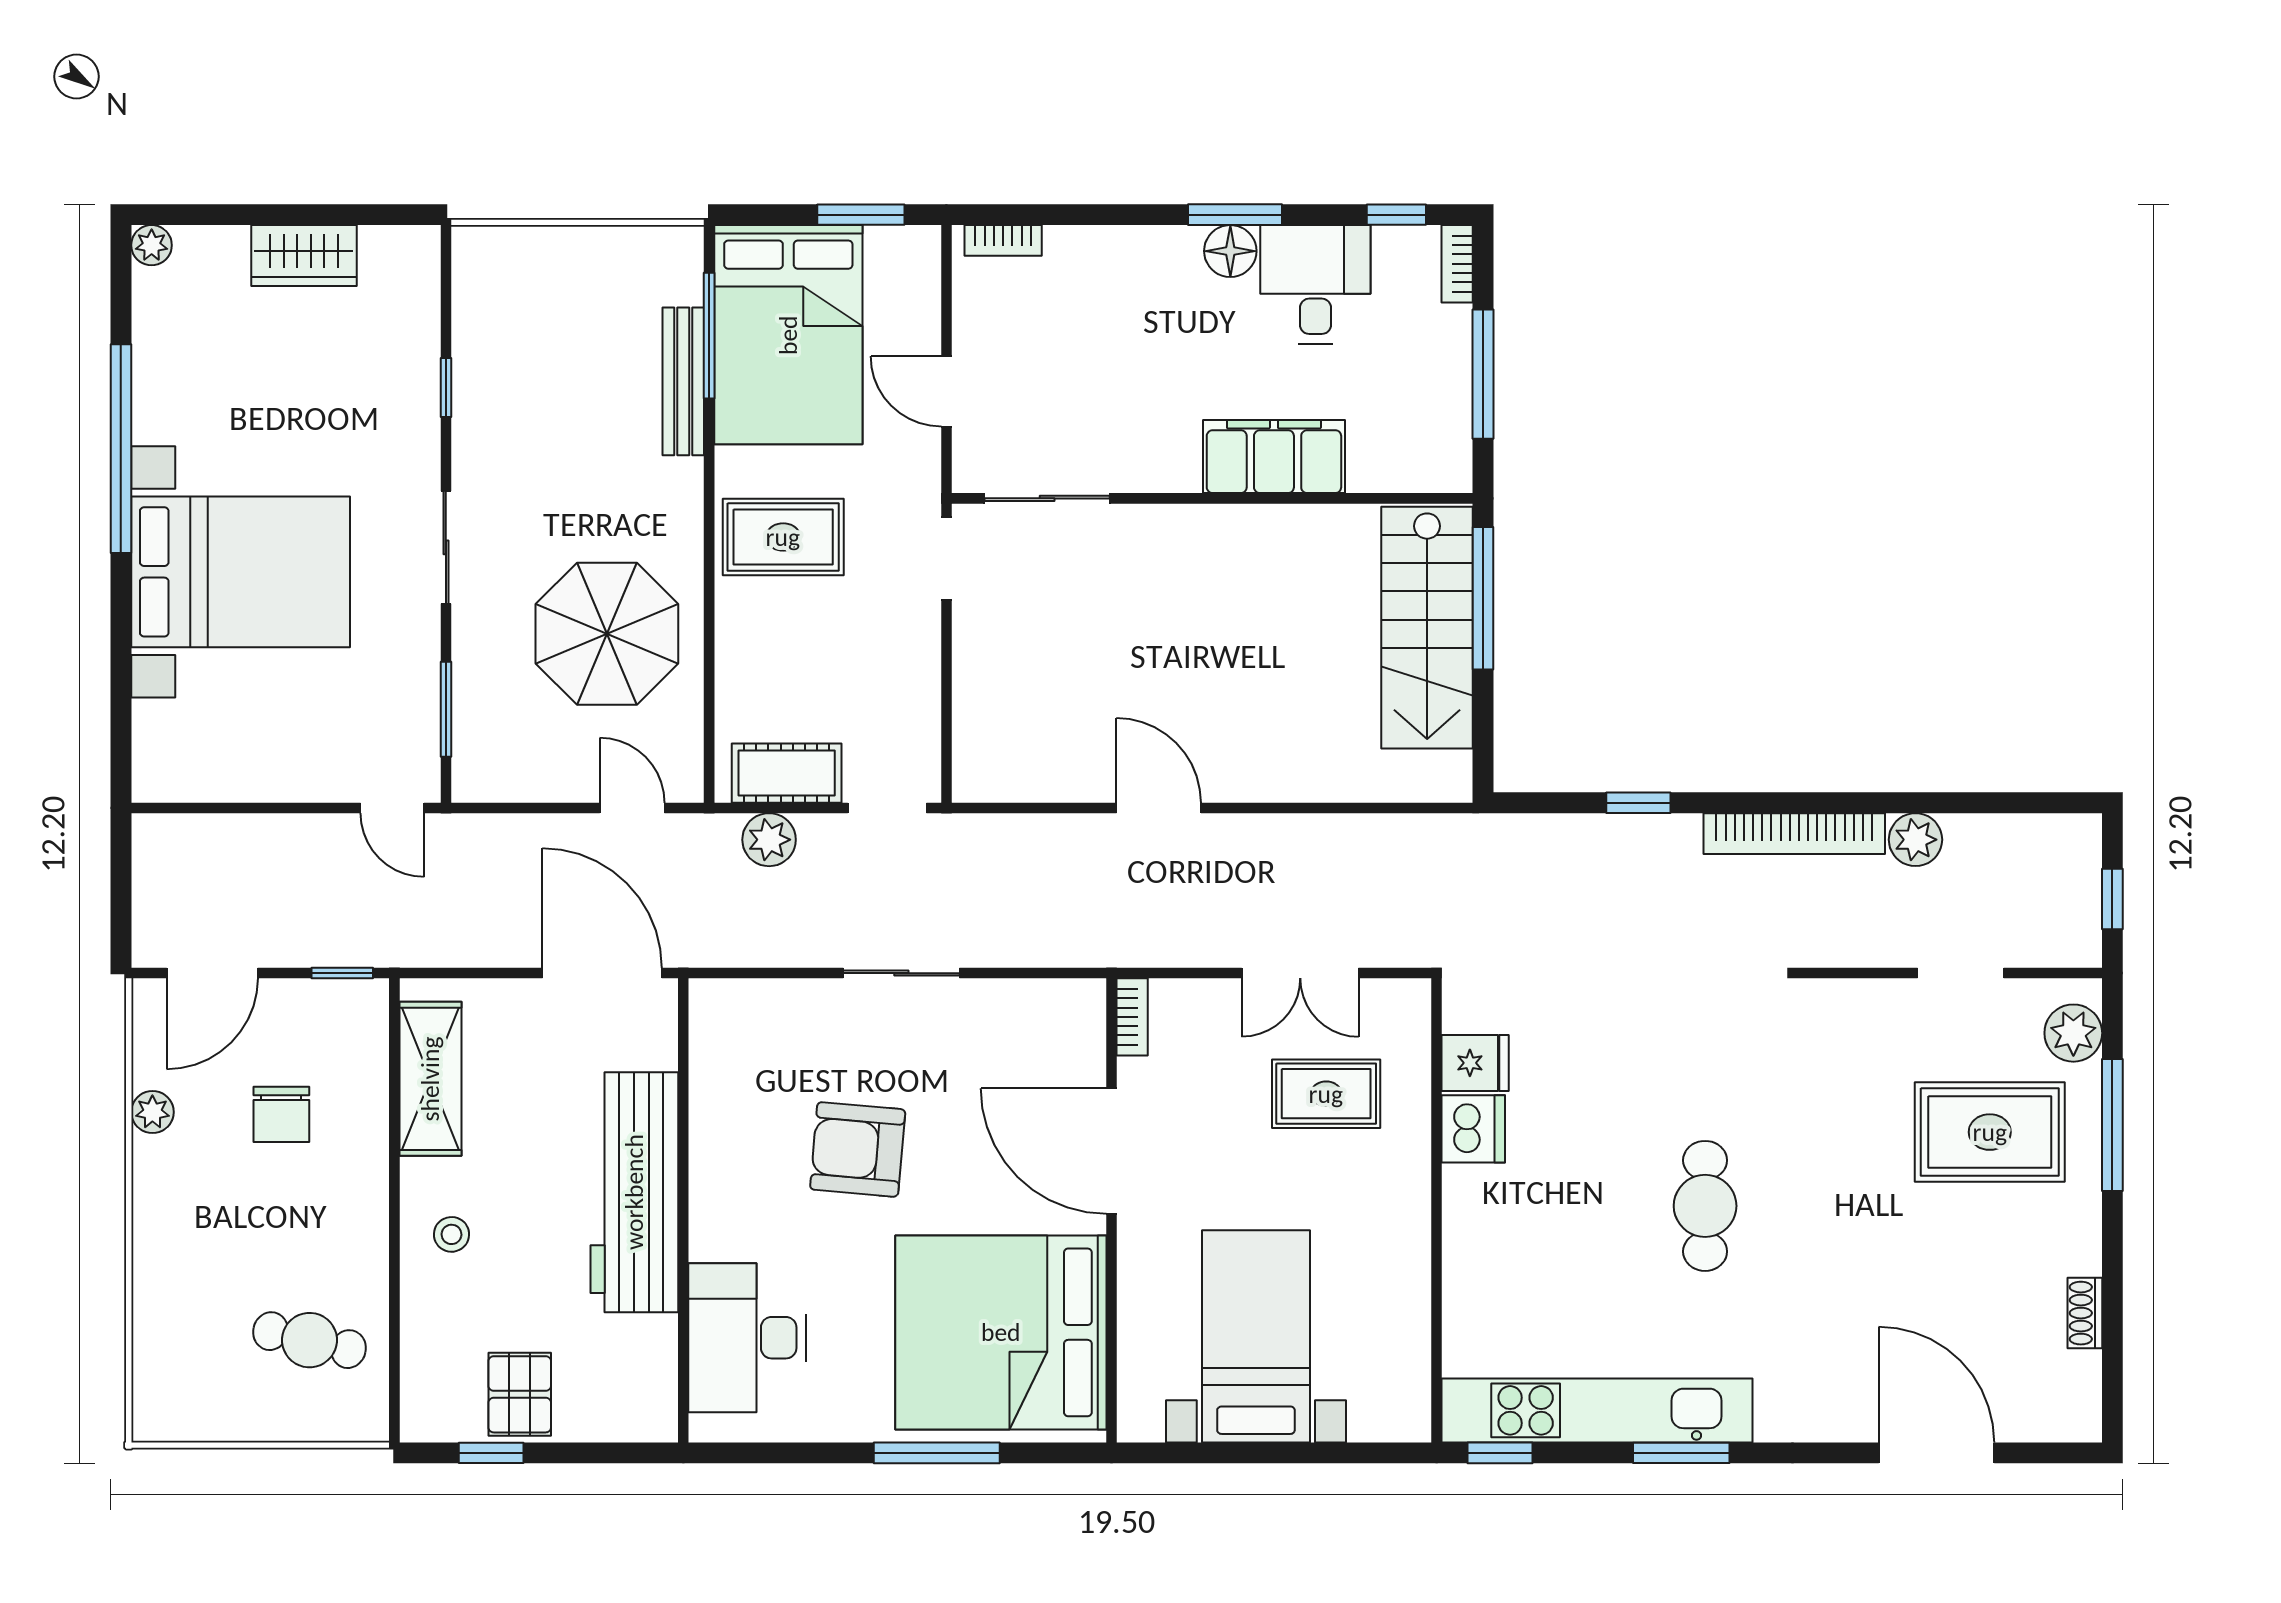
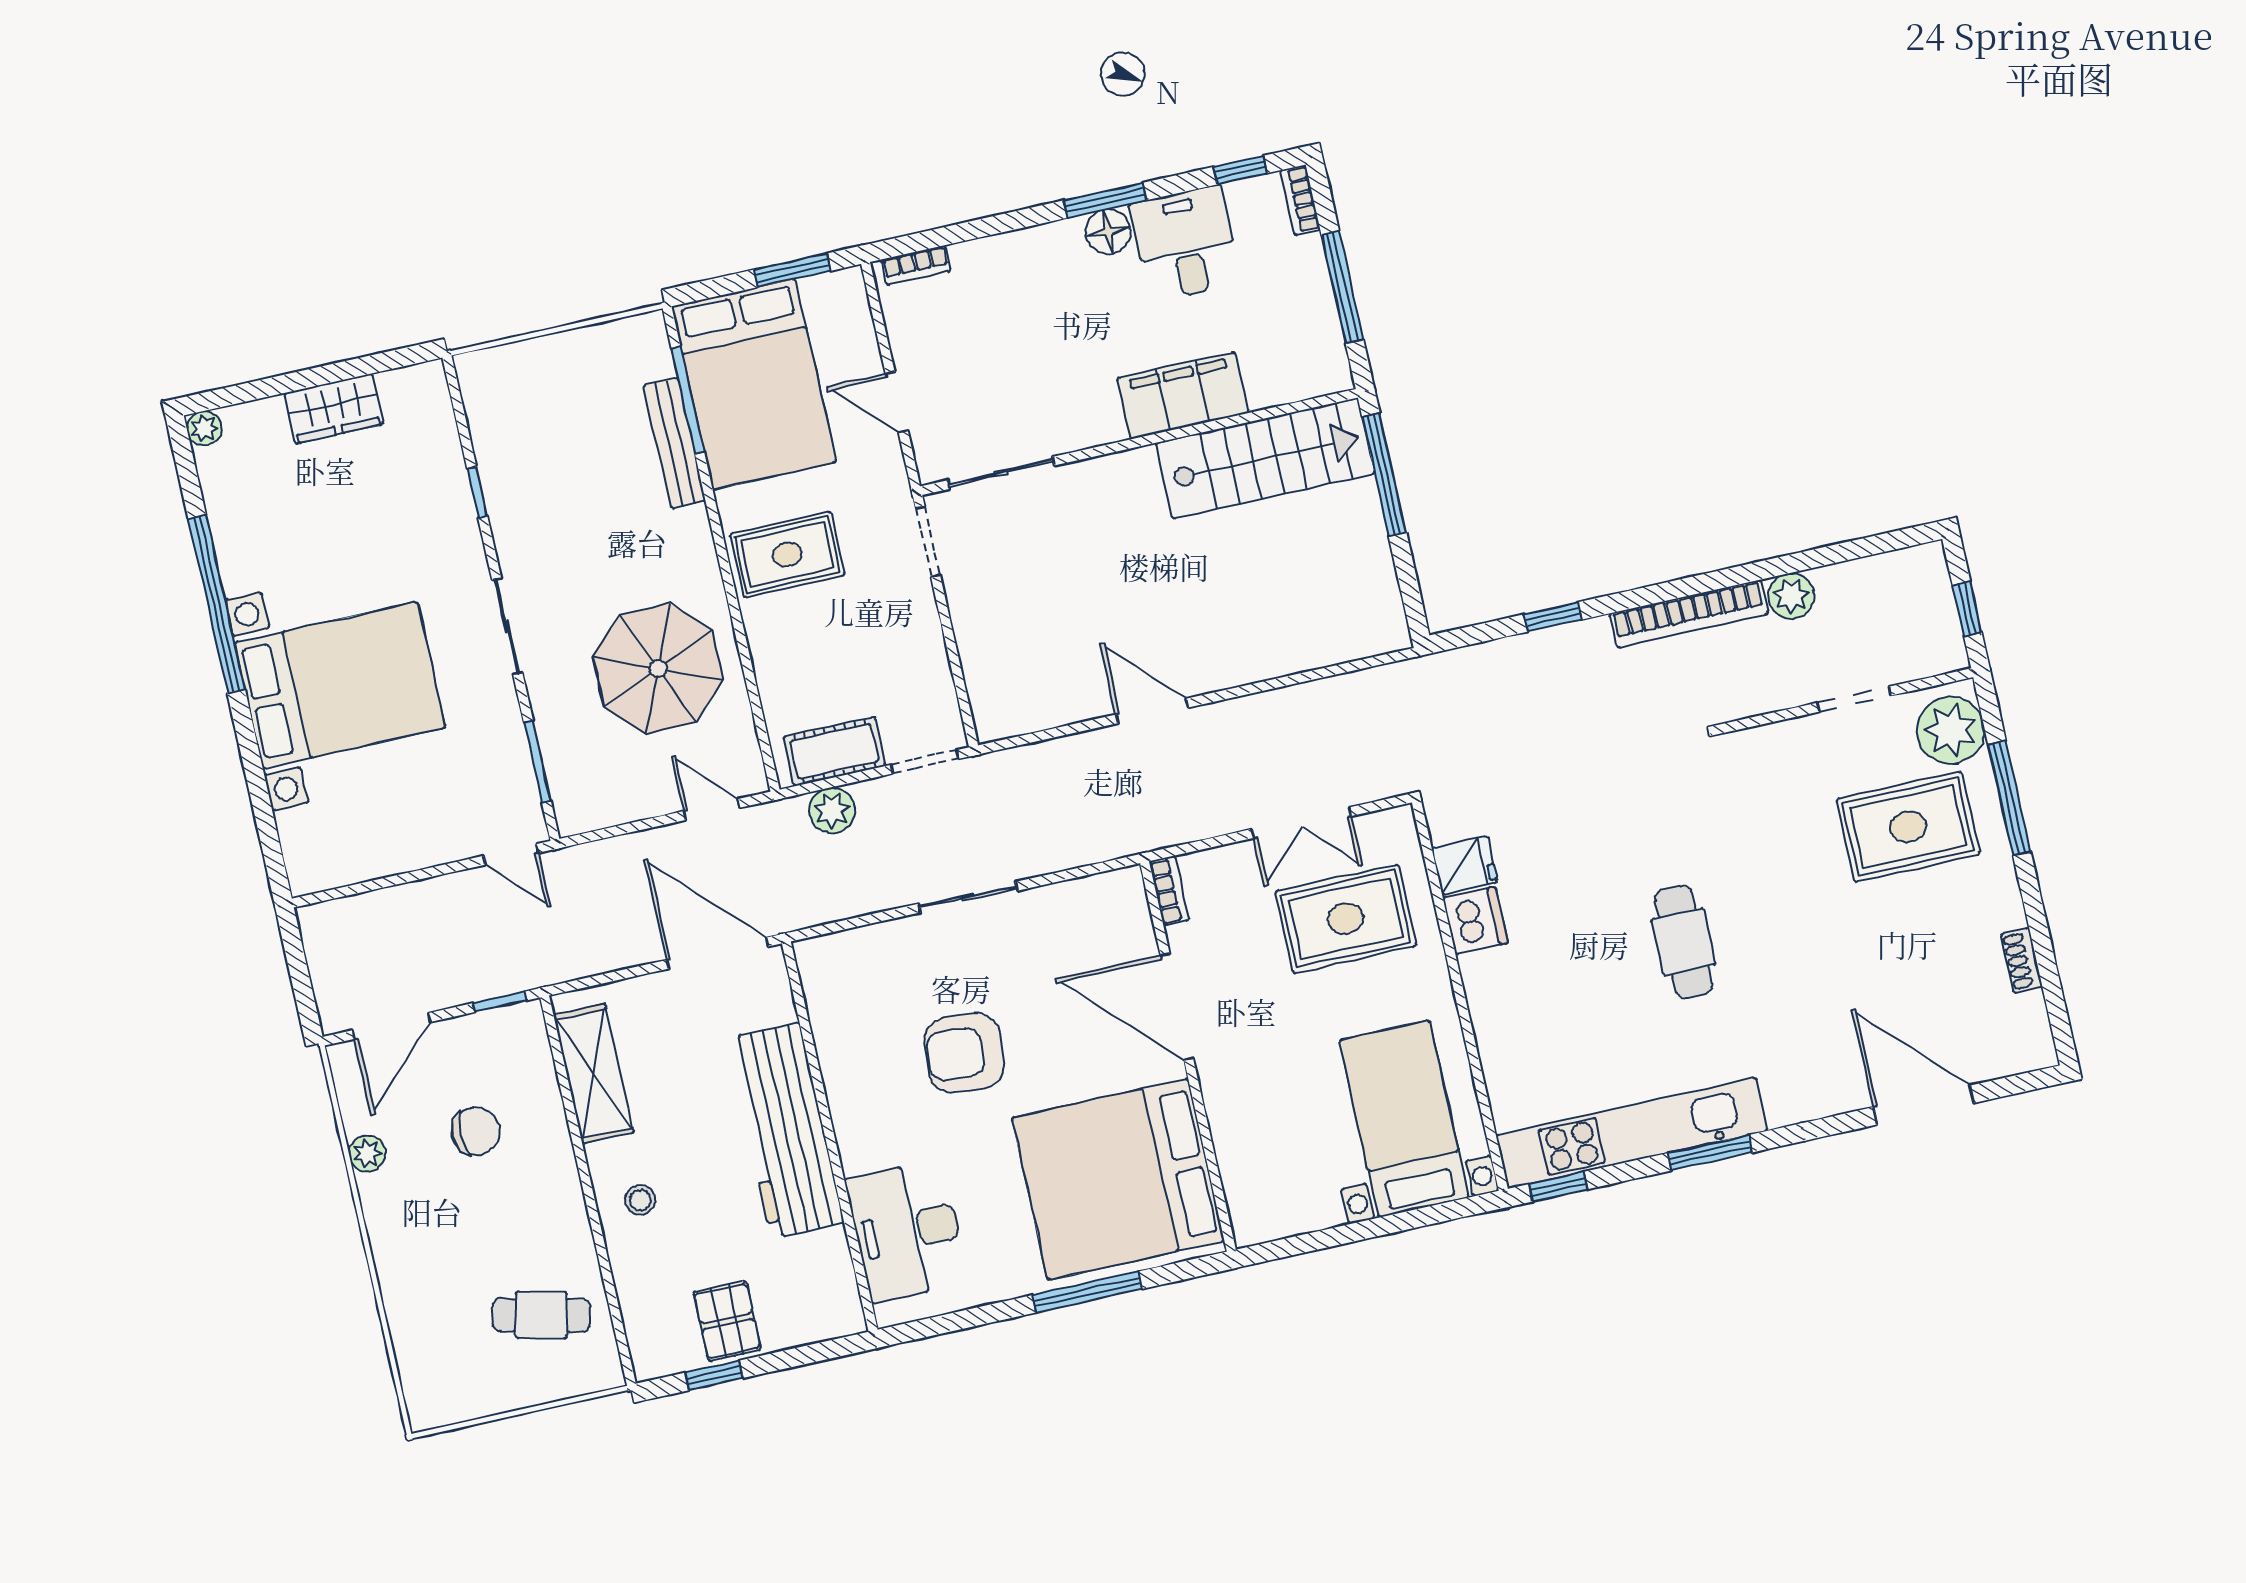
stairs: (1427, 628) -> (1265, 458), moved, turned -90
plant: (2073, 1033) -> (1951, 730), width x1.36, depth x1.36
rug: (1326, 1094) -> (1346, 919), width x1.36, depth x1.43
chair: (281, 1114) -> (476, 1131), turned -90
bed with nightstands: (1256, 1336) -> (1404, 1119), moved

